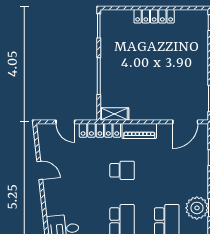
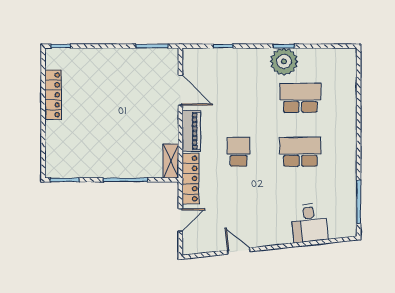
locker: (154, 16) -> (53, 95), moved
door: (185, 122) -> (180, 90), moved
door: (40, 170) -> (239, 251), hinge flipped

